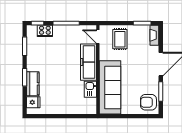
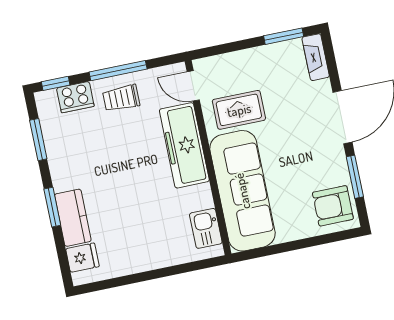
trolley: (65, 36) -> (121, 98), added
rug: (120, 39) -> (239, 110), moved, turned 90
kitchen sink: (90, 89) -> (206, 228), moved

